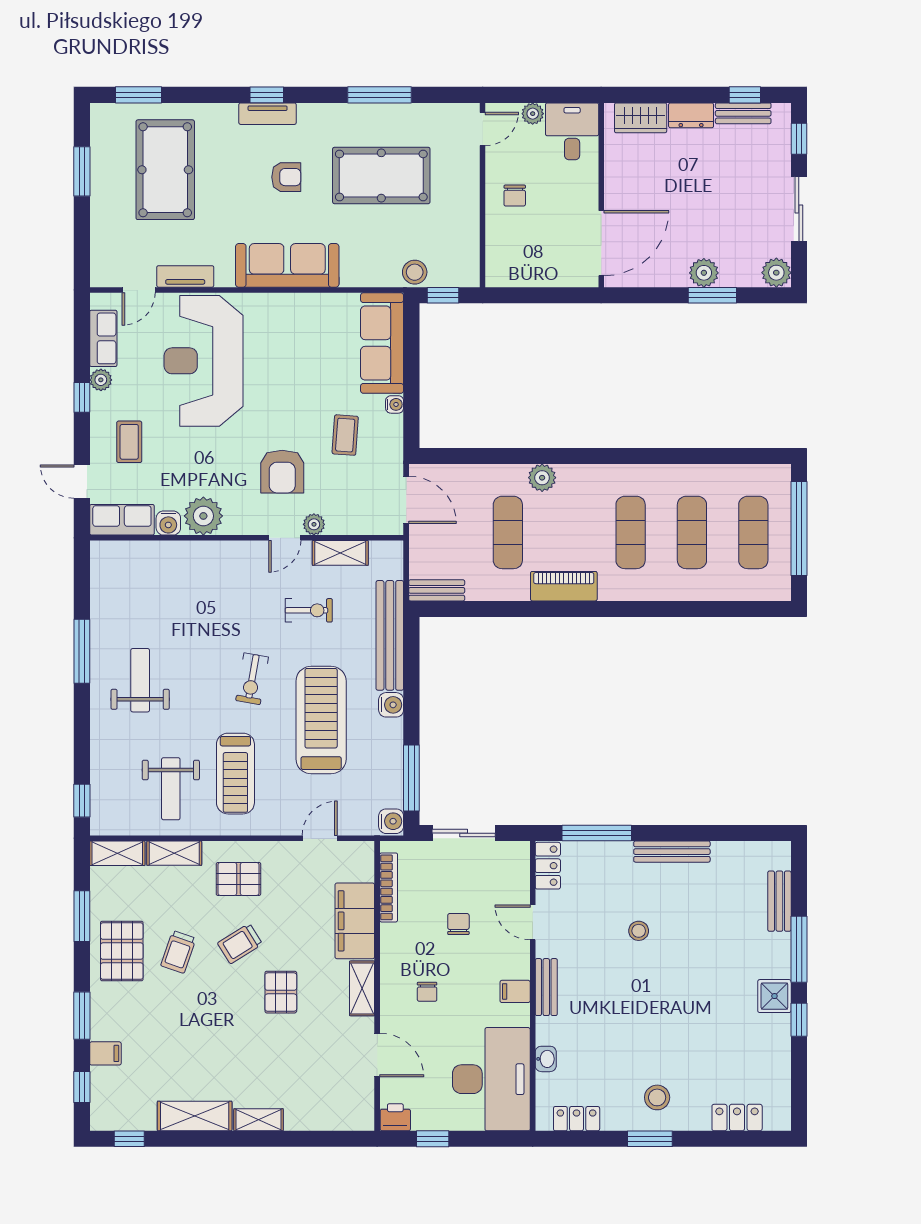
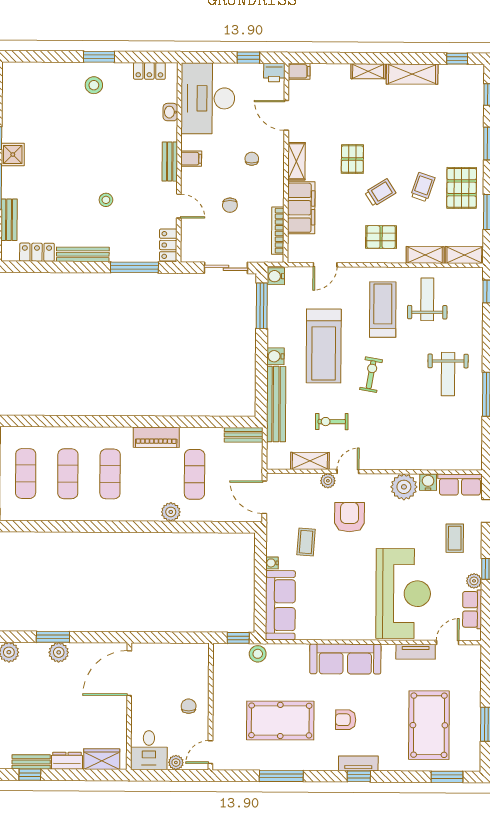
filing cabinet: (105, 1053) -> (299, 71), moved, turned 180
locker: (737, 1118) -> (37, 252), moved, turned 180

